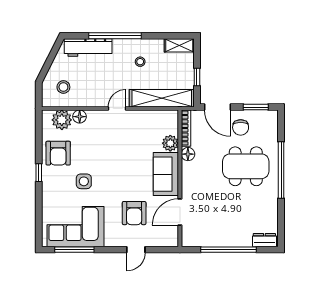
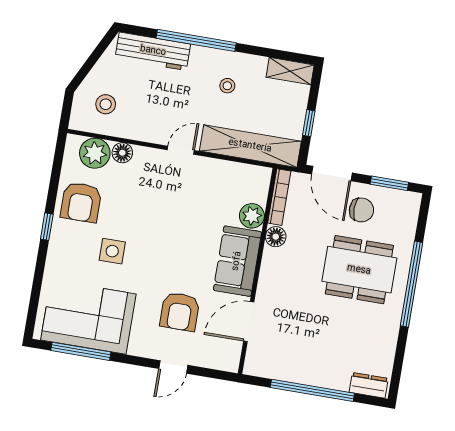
chair: (241, 127) -> (361, 210), turned -90

